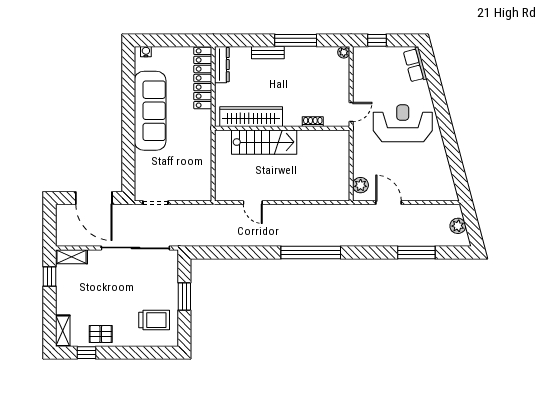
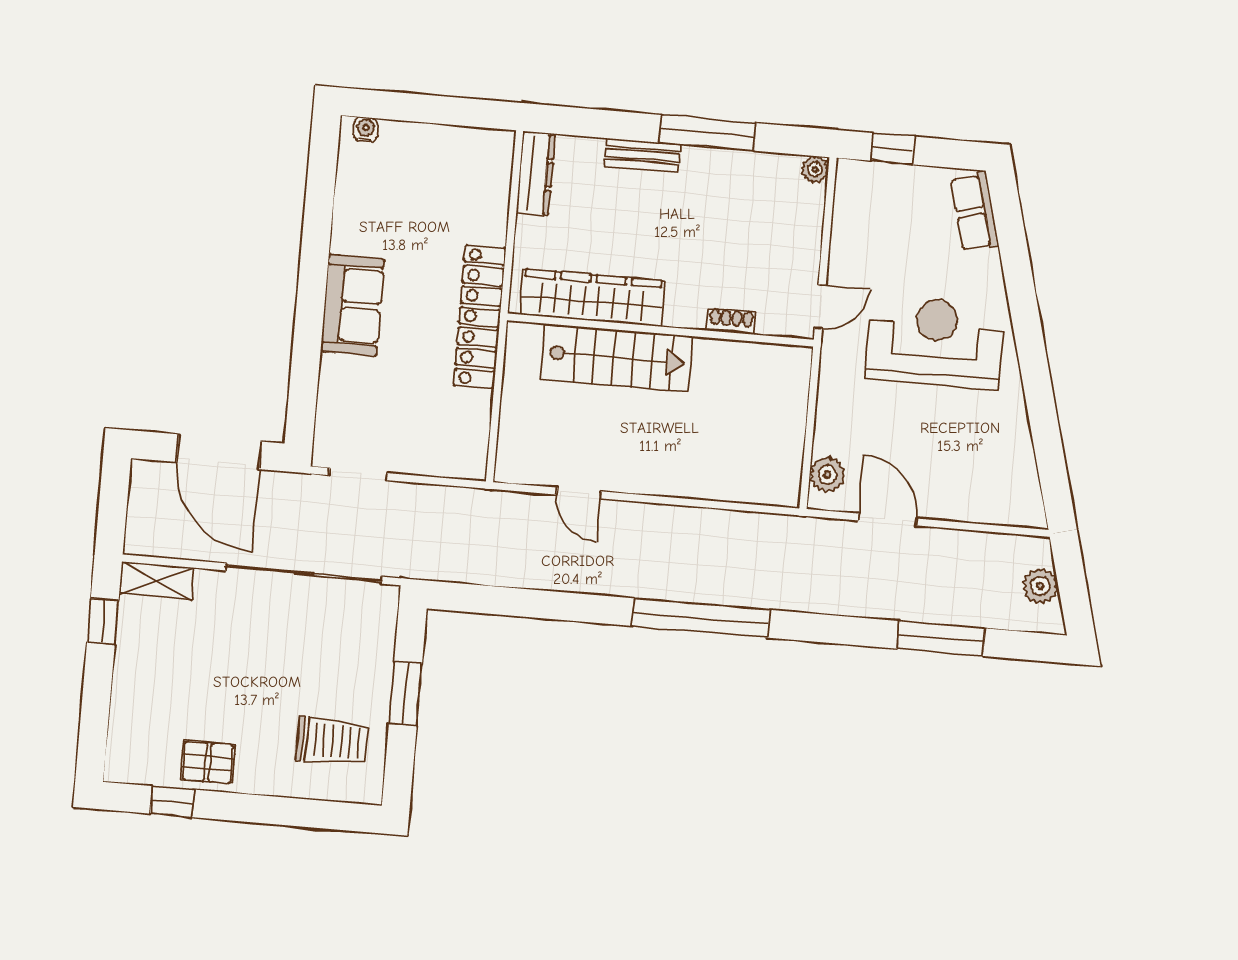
locker: (203, 78) -> (480, 317), moved
sofa: (150, 111) -> (353, 305), width x0.54, depth x0.79
shelving: (63, 331) -> (122, 747), removed

